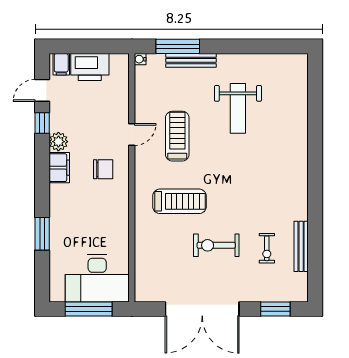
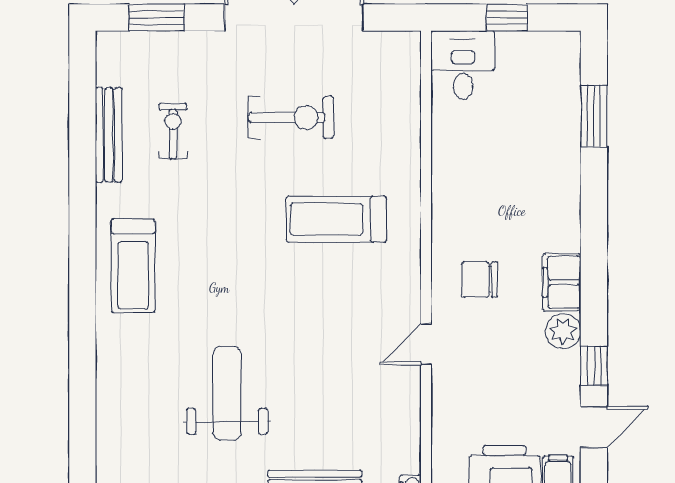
treadmill: (177, 136) -> (133, 266), moved
window: (42, 234) -> (594, 116), moved
exercise bike: (216, 245) -> (291, 117), moved
desk: (97, 278) -> (463, 65), width x0.53, depth x0.77
window: (89, 309) -> (507, 18), width x0.46

